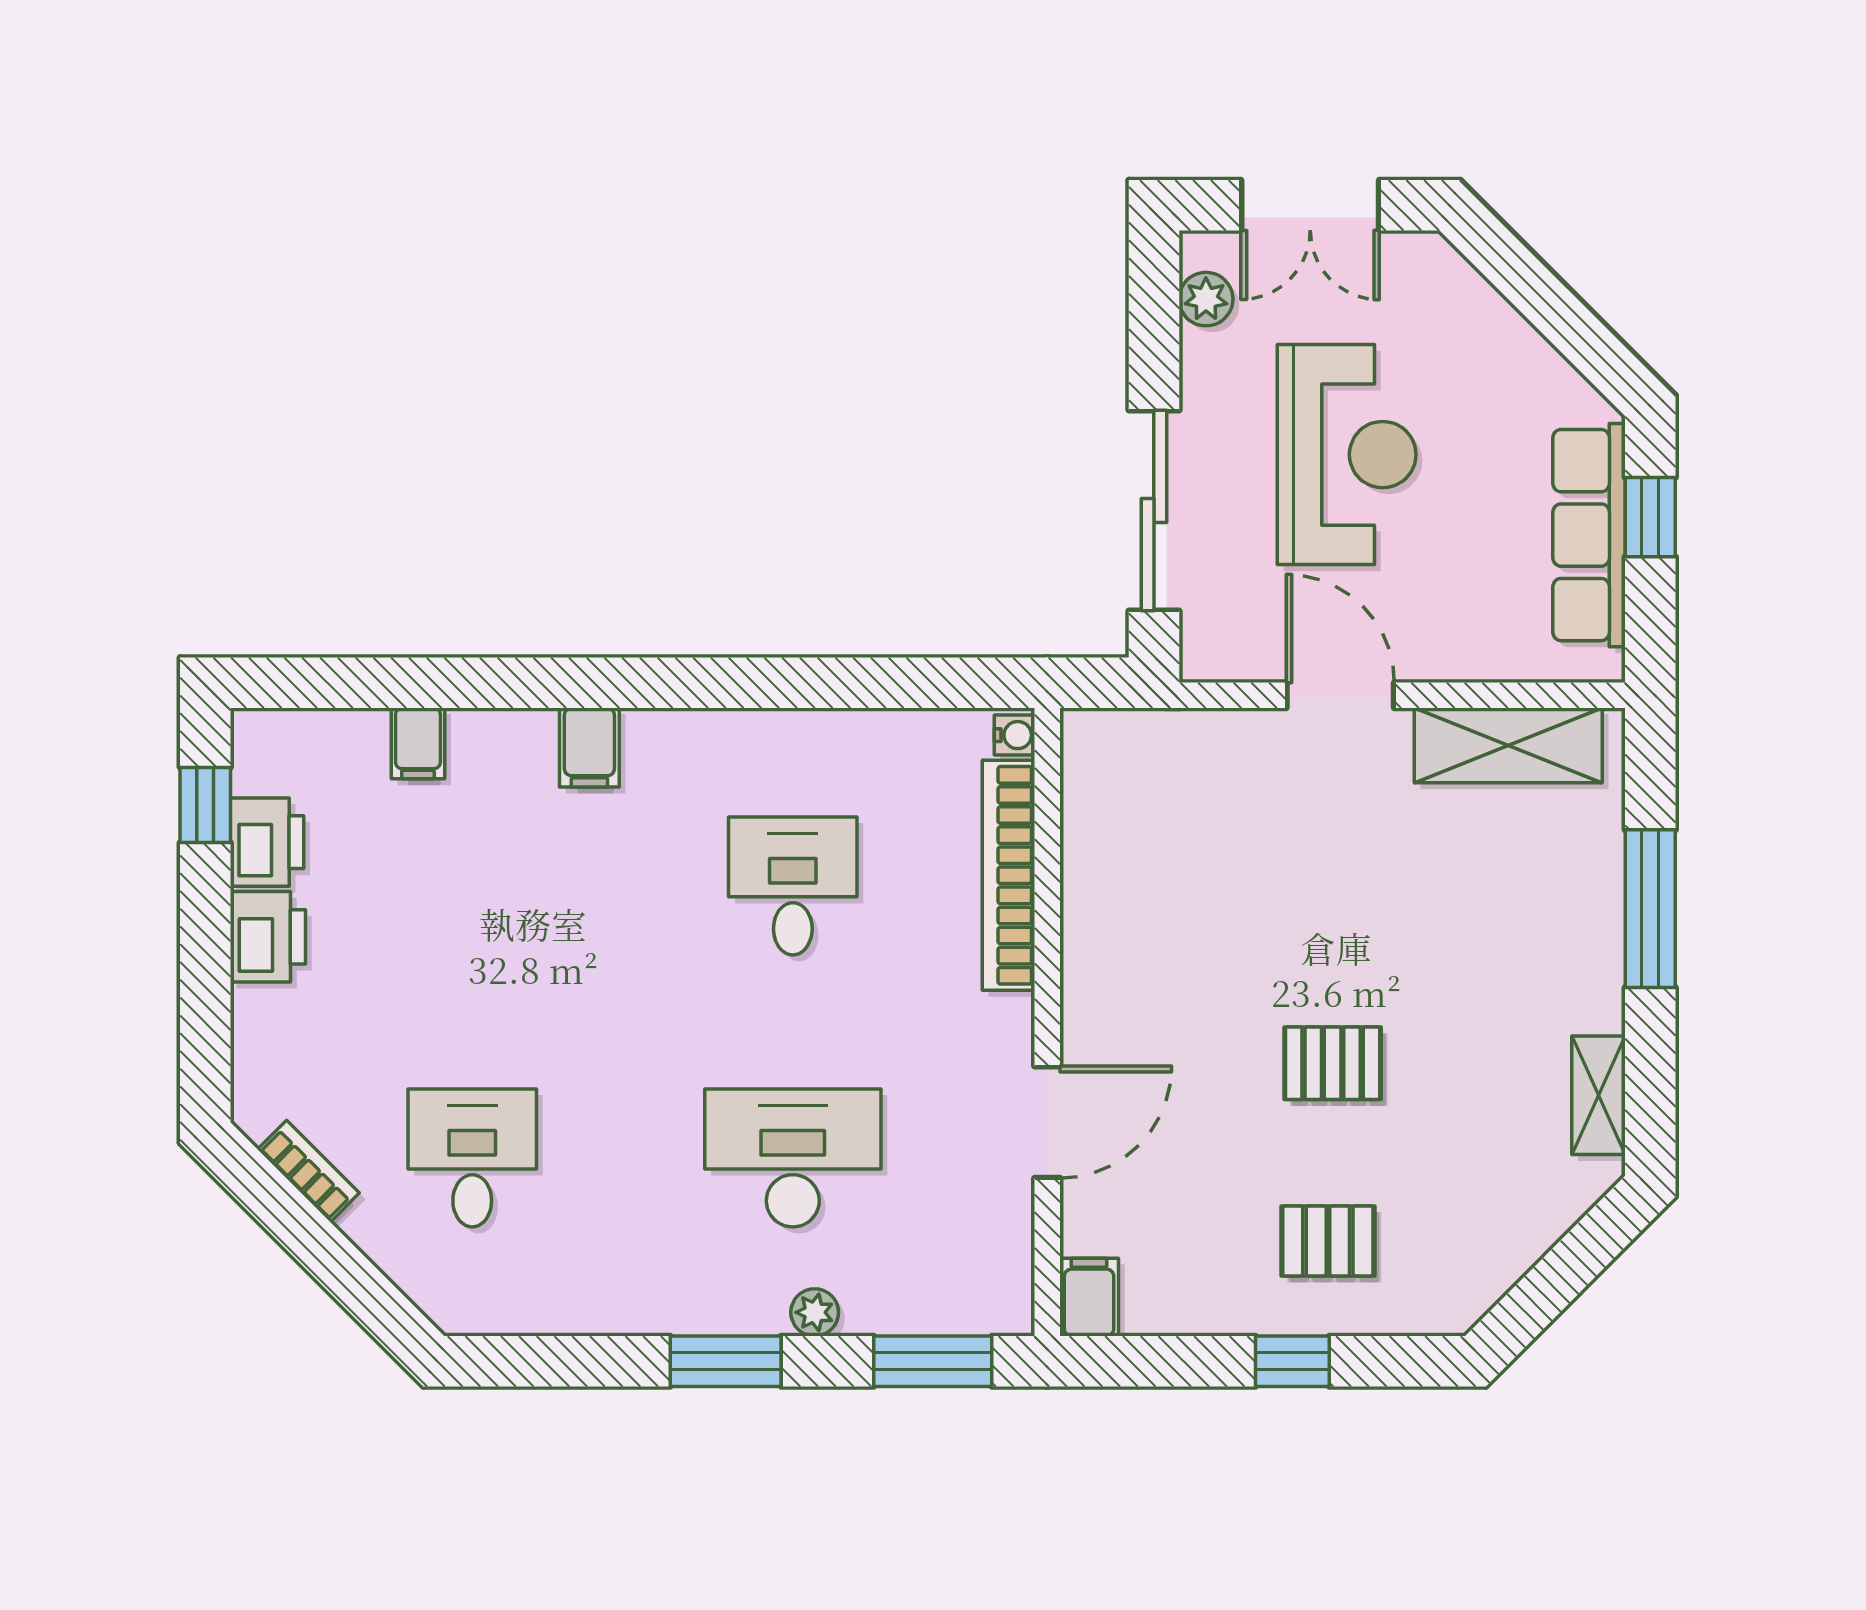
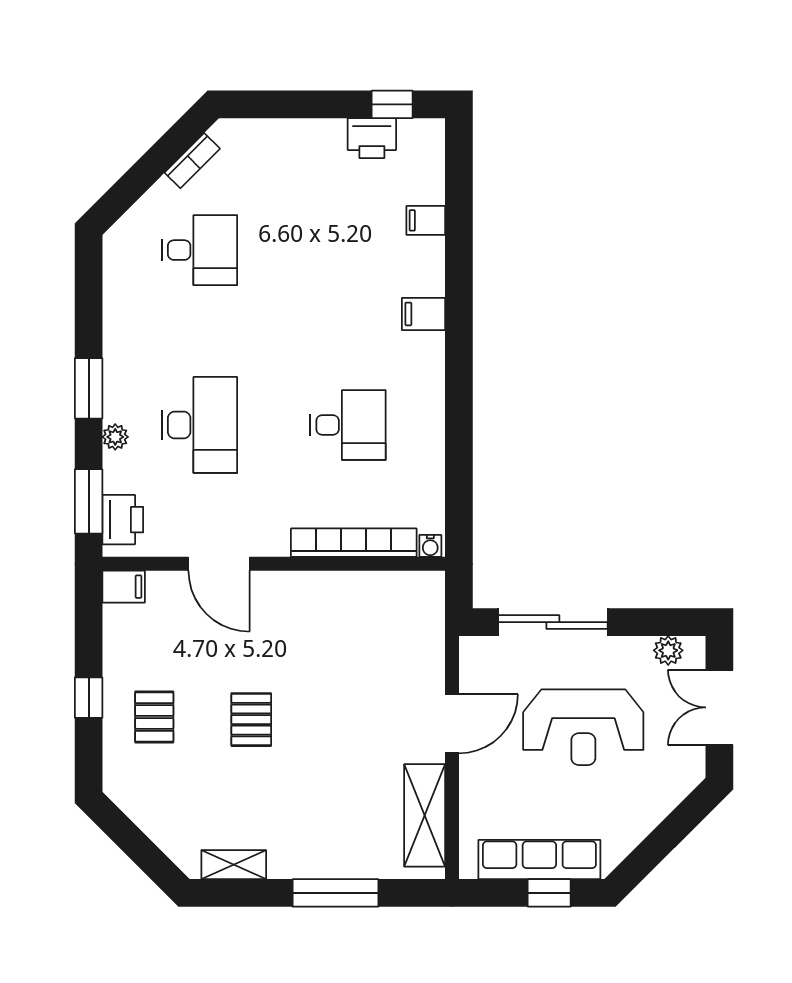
printer: (268, 937) -> (123, 520), moved, turned -90

